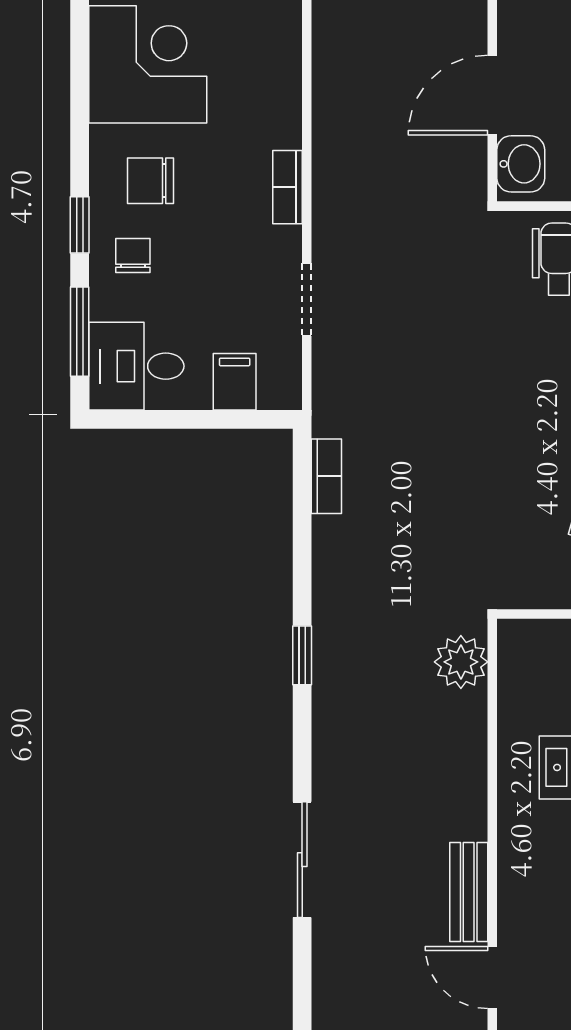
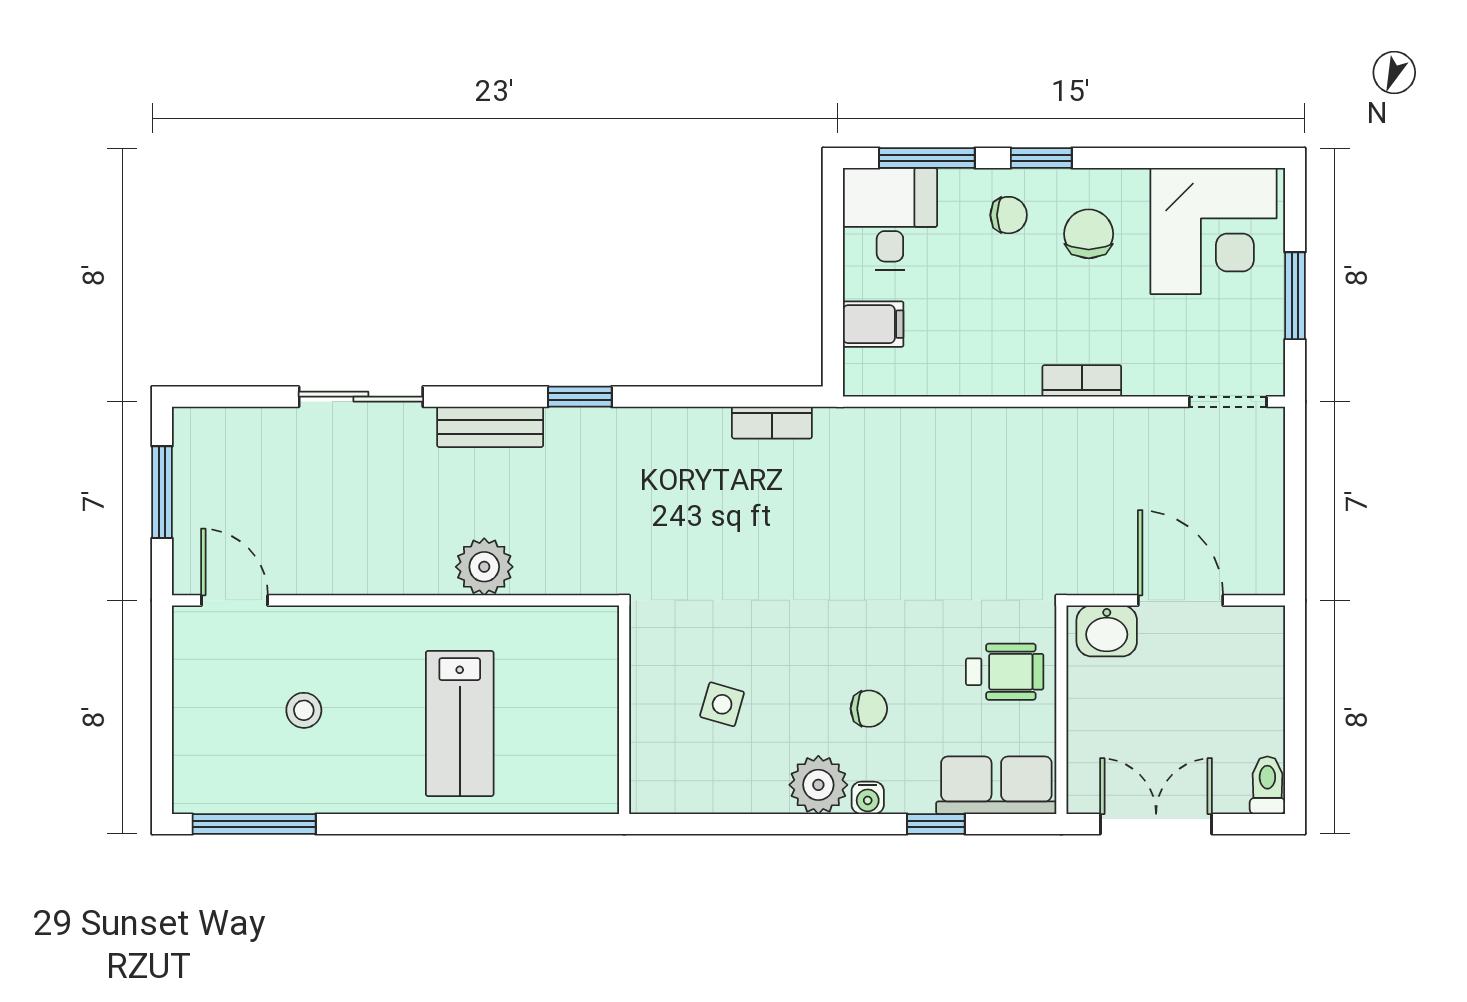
doorway: (307, 300) -> (1228, 402), moved
plant: (461, 662) -> (484, 567), moved
bench: (469, 892) -> (490, 427), moved
door: (492, 978) -> (234, 600), hinge flipped

